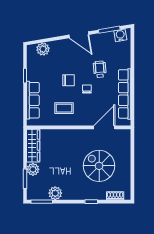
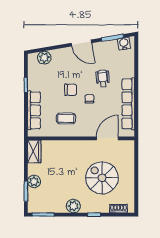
wardrobe: (33, 146) -> (34, 151), width x0.67
plant: (55, 193) -> (73, 206), moved

